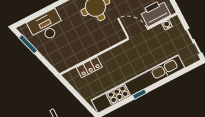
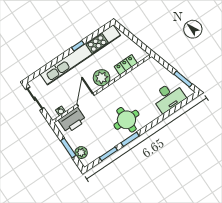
door: (138, 34) -> (86, 100), swing flipped
plant: (117, 56) -> (102, 78), added

